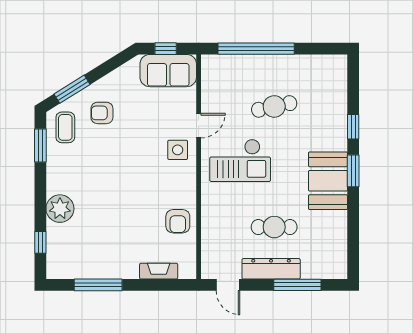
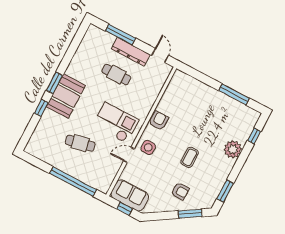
coffee table: (65, 127) -> (190, 157), moved
booth: (328, 181) -> (66, 96), moved
armchair: (178, 221) -> (159, 121), moved
fireplace: (159, 271) -> (195, 84), removed

